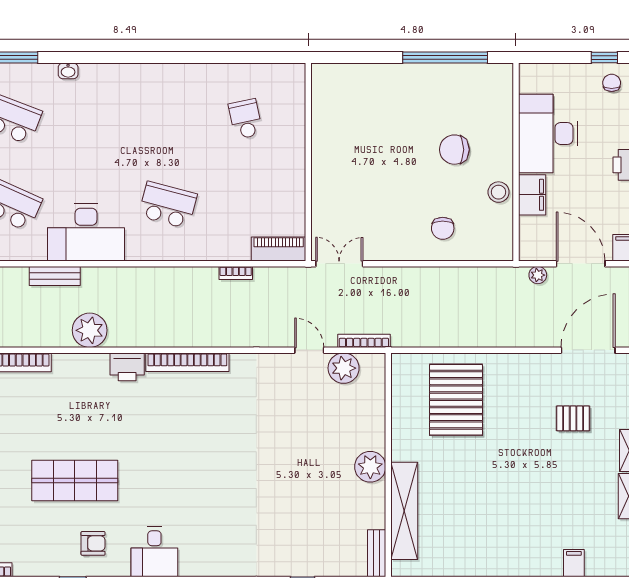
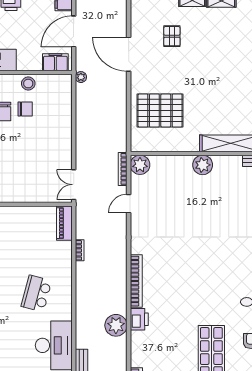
filing cabinet: (532, 195) -> (55, 62), moved
chair: (443, 228) -> (25, 109), moved
plant: (538, 275) -> (81, 77), moved
plant: (90, 330) -> (116, 325), moved
door: (588, 350) -> (129, 54), moved
plant: (344, 368) -> (140, 165), moved

